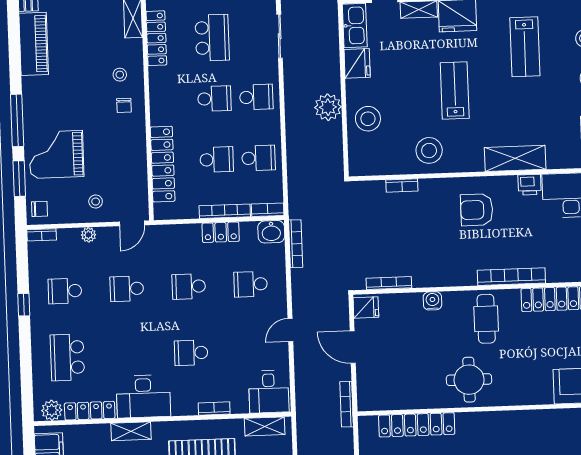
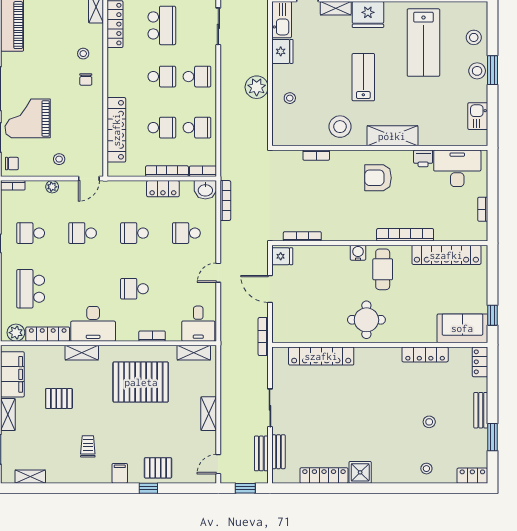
lab bench: (525, 47) -> (423, 43), width x1.36, depth x1.39
stool: (368, 119) -> (290, 98), width x0.53, depth x0.53
shelving: (515, 158) -> (392, 136), moved
water cooler: (432, 301) -> (358, 253), moved
locker: (540, 418) -> (425, 354), added

